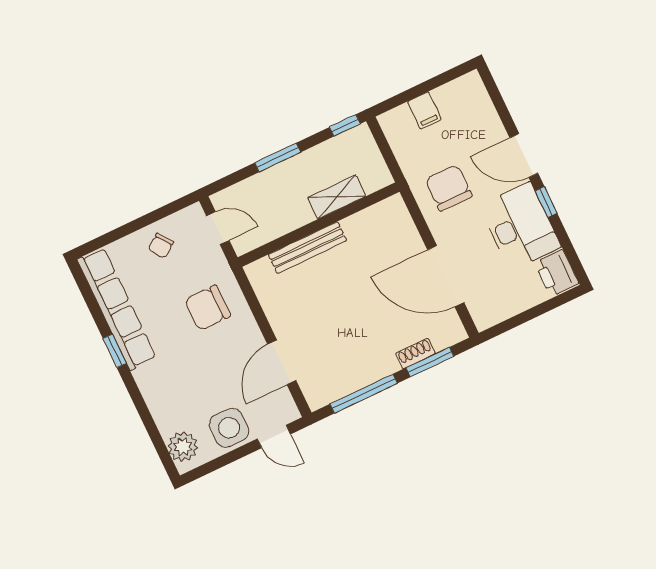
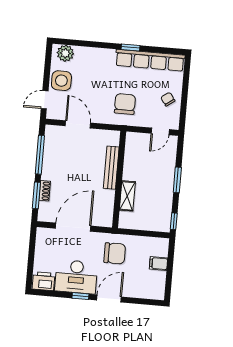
shelving: (337, 197) -> (127, 196), moved
wall: (319, 225) -> (119, 179), moved
bench: (307, 248) -> (111, 168), moved

